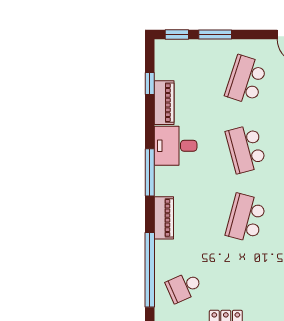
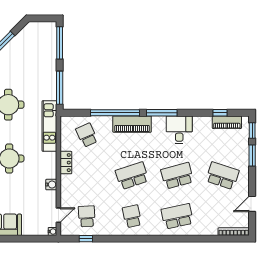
piano: (164, 103) -> (227, 122), moved
piano: (164, 218) -> (132, 124), width x1.37, depth x1.33
school desk: (246, 218) -> (132, 176), turned -33
window: (150, 270) -> (115, 113), moved

